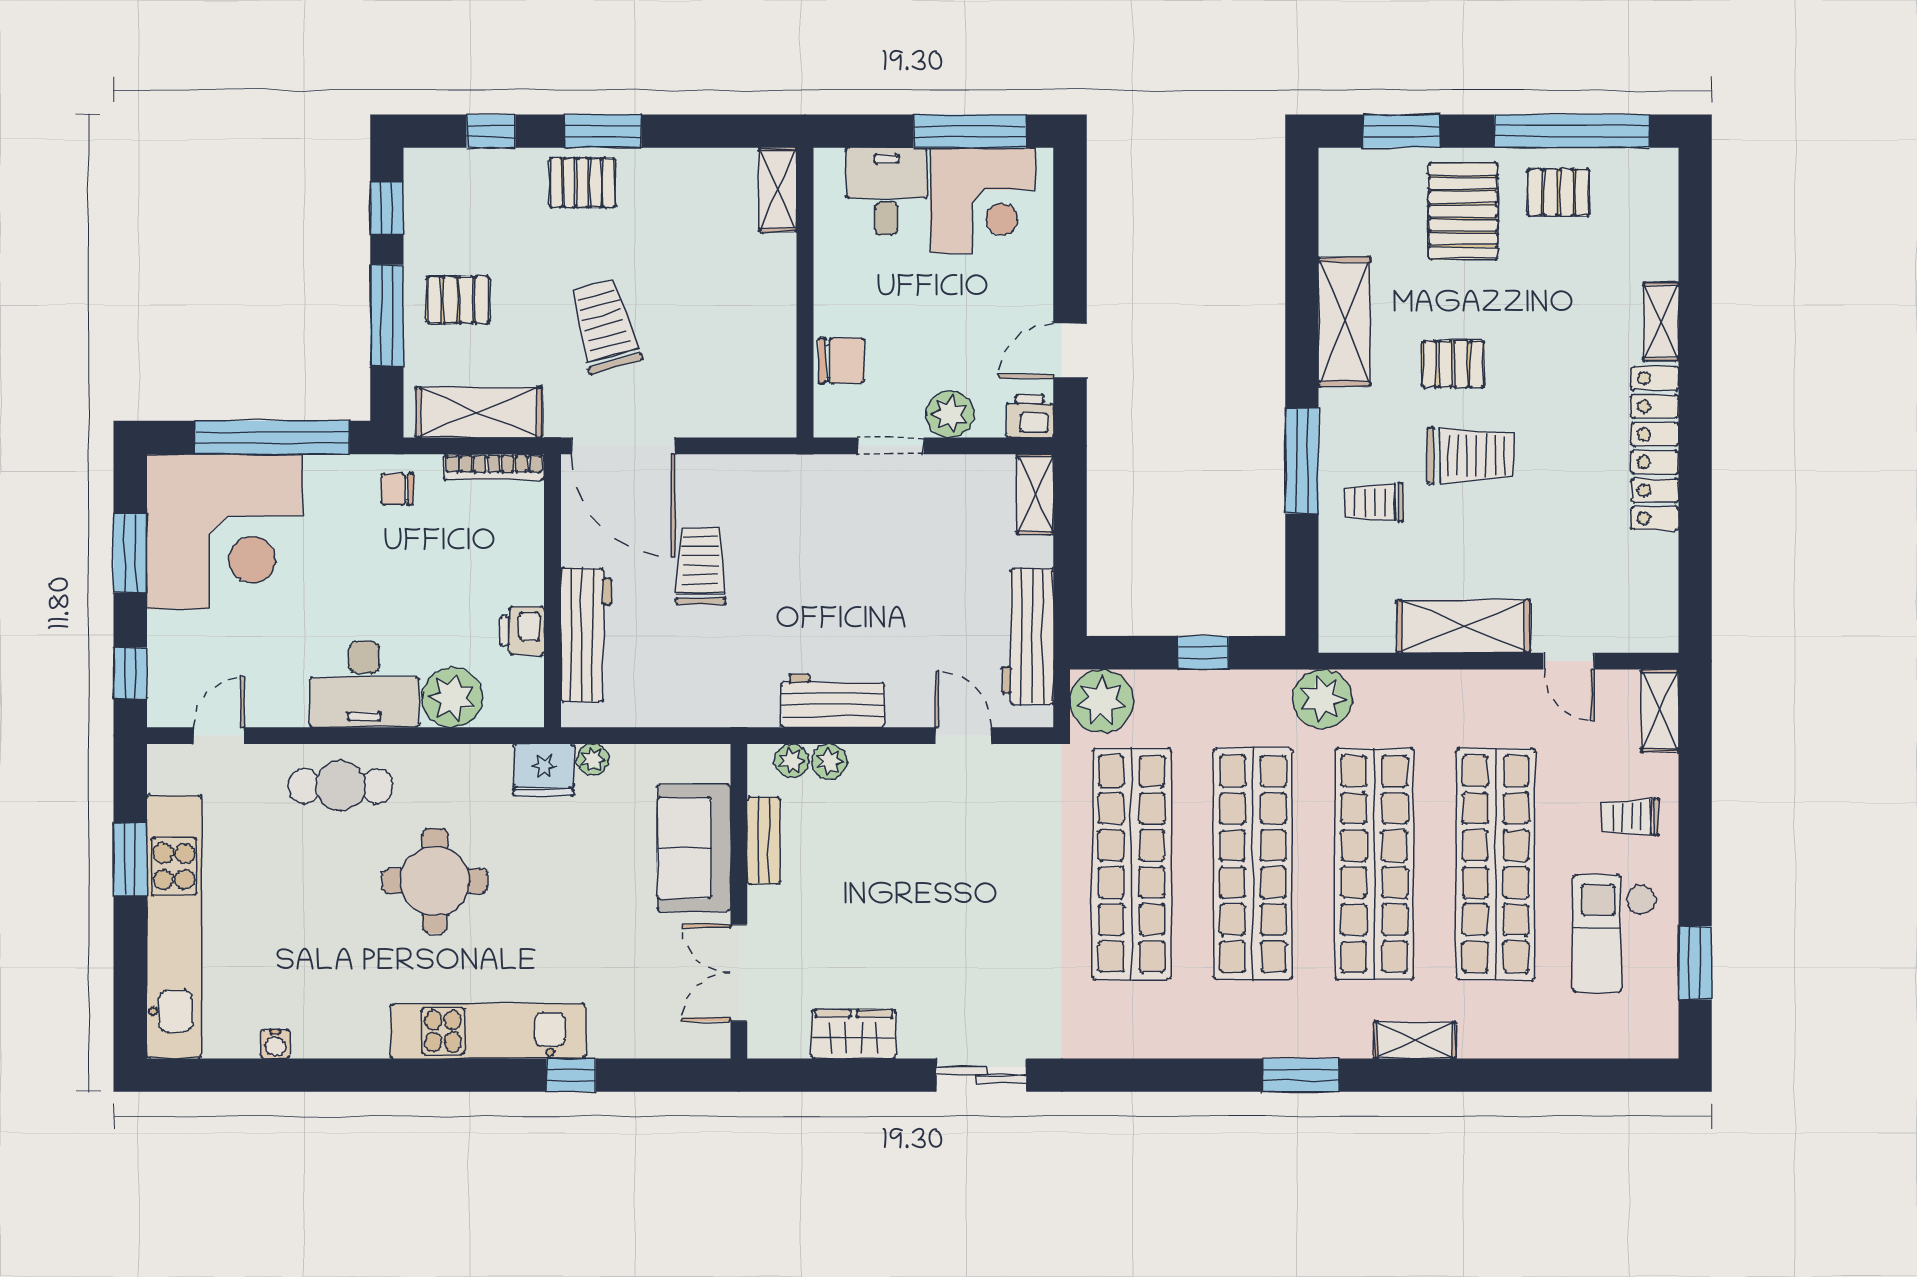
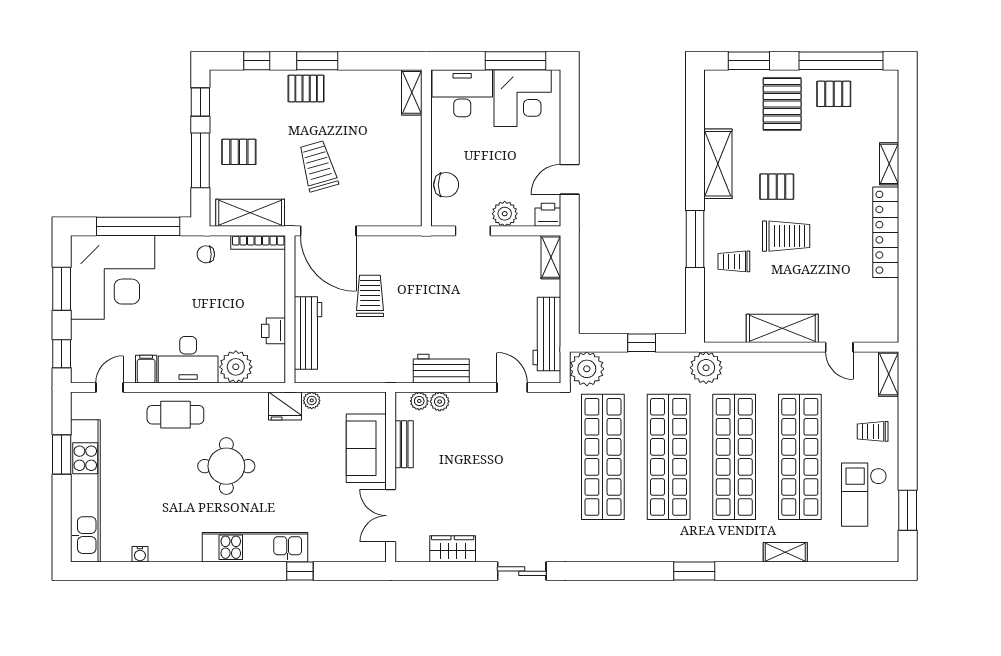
desk: (886, 191) -> (462, 93), width x1.37
filing cabinet: (287, 701) -> (146, 369), added
shelving: (1415, 1040) -> (785, 552), moved

